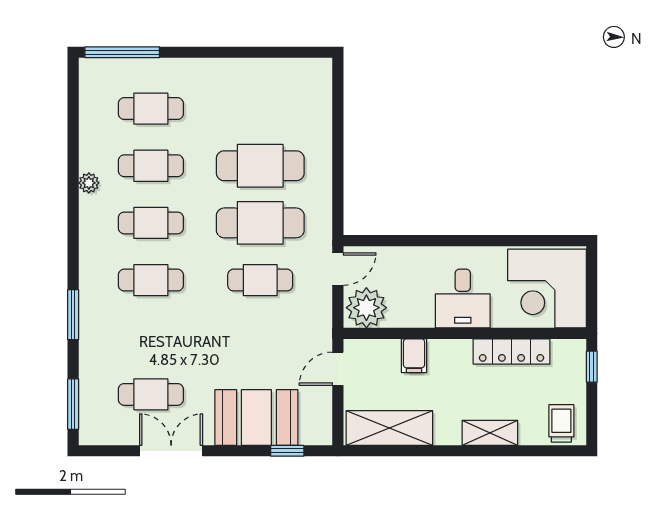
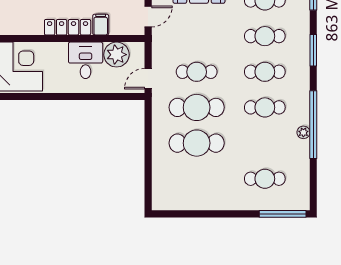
cafe table: (151, 166) -> (265, 36), moved
window: (73, 195) -> (313, 125), added
desk: (463, 298) -> (86, 60), moved
plant: (366, 308) -> (116, 55), moved
locker: (512, 352) -> (68, 27), moved

